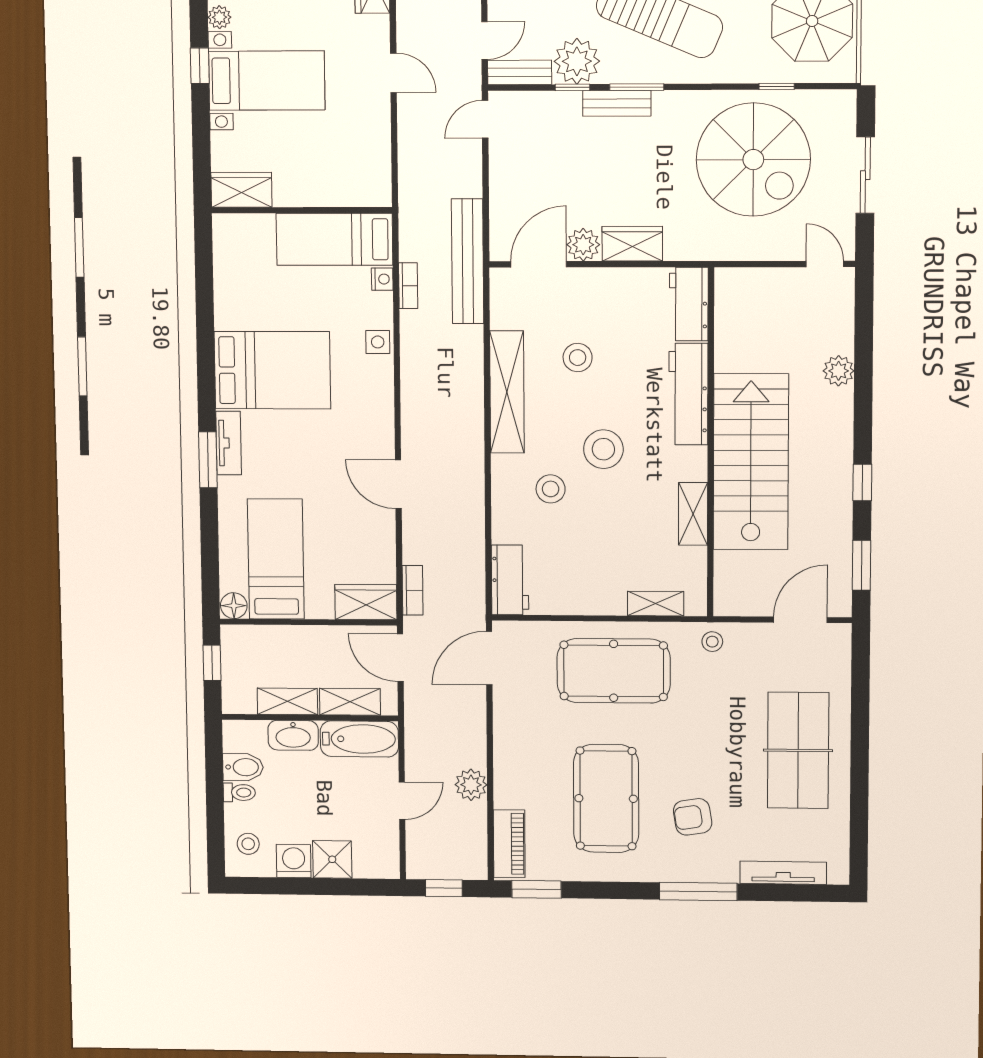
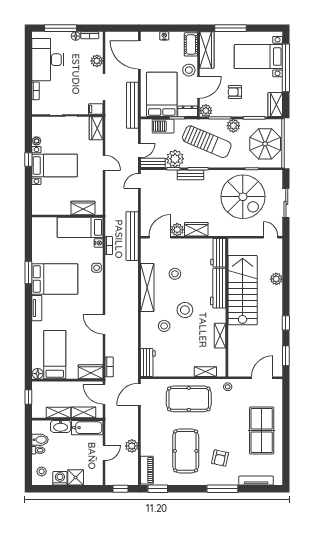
wardrobe: (241, 190) -> (83, 208), moved
window: (208, 460) -> (28, 273), moved
stairs: (751, 462) -> (243, 290), moved
armchair: (693, 817) -> (220, 458), turned -69

